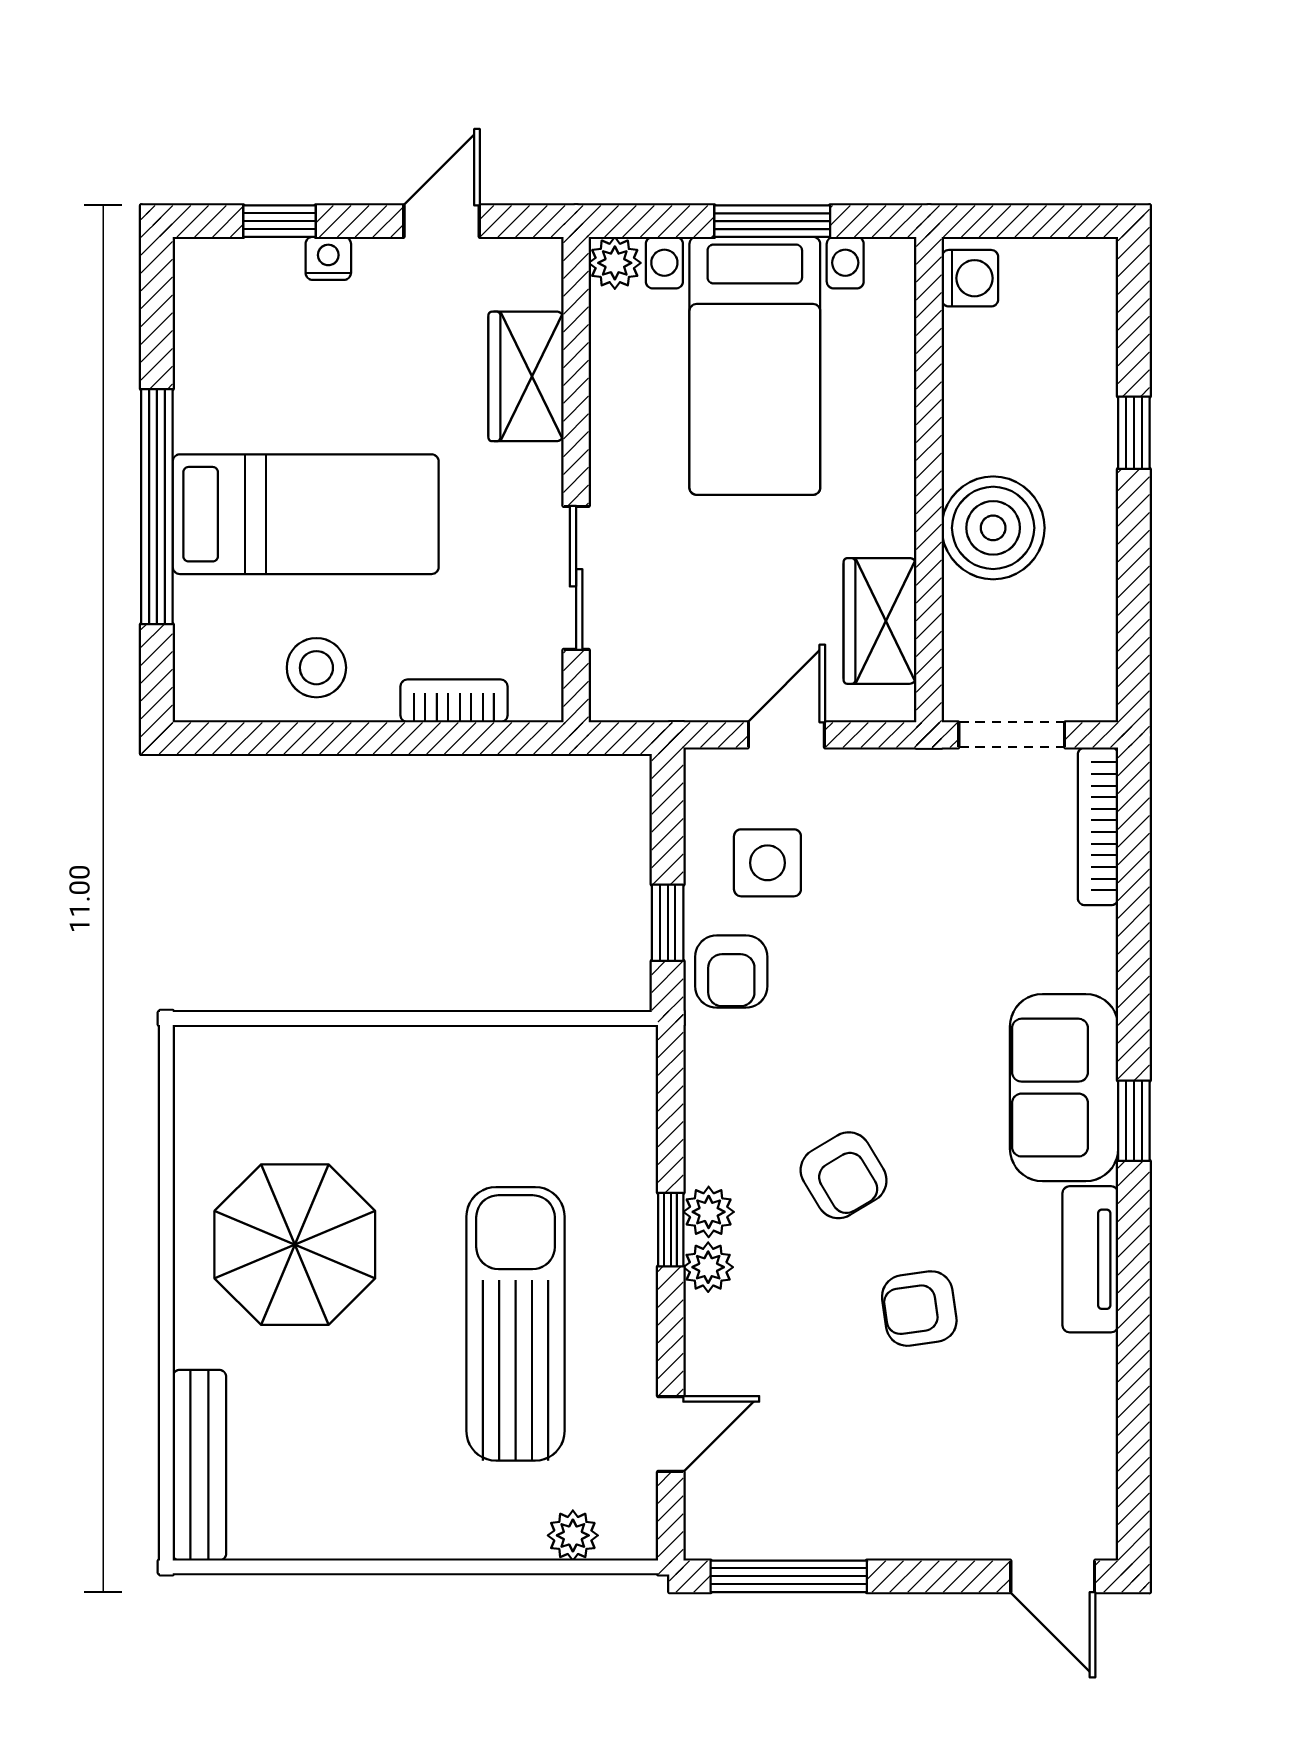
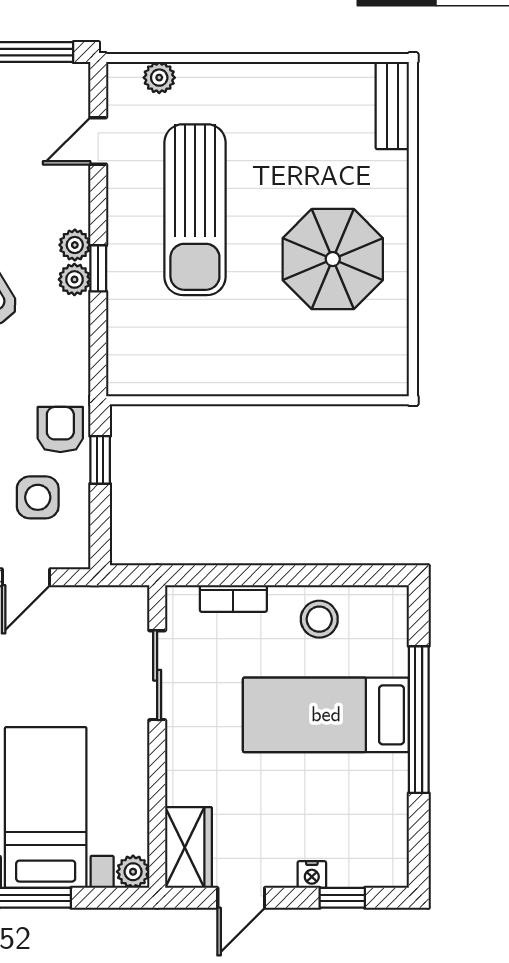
wardrobe: (526, 376) -> (188, 848), moved
bench: (199, 1465) -> (392, 106), width x0.73

